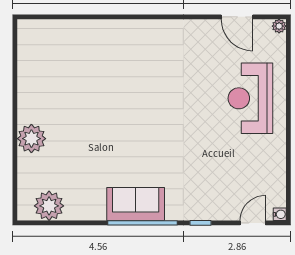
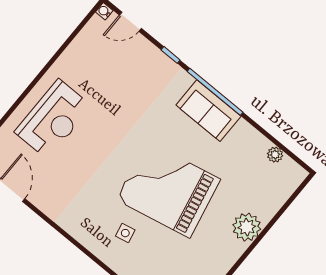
side table: (122, 56) -> (125, 233), added
grand piano: (116, 117) -> (168, 189), added
plant: (49, 206) -> (275, 155), width x0.53, depth x0.53

